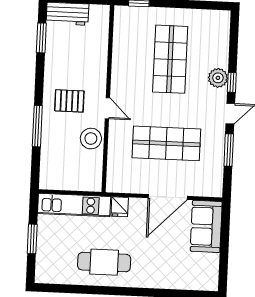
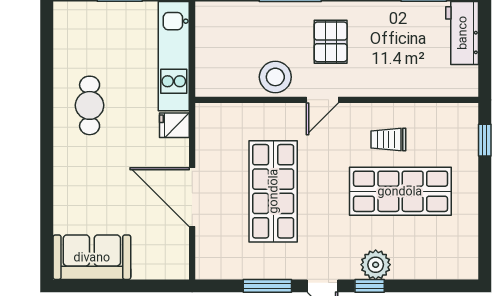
trolley: (136, 66) -> (388, 140), added
sofa: (206, 226) -> (92, 257), moved
cafe table: (104, 262) -> (90, 105), width x0.73, depth x0.74

